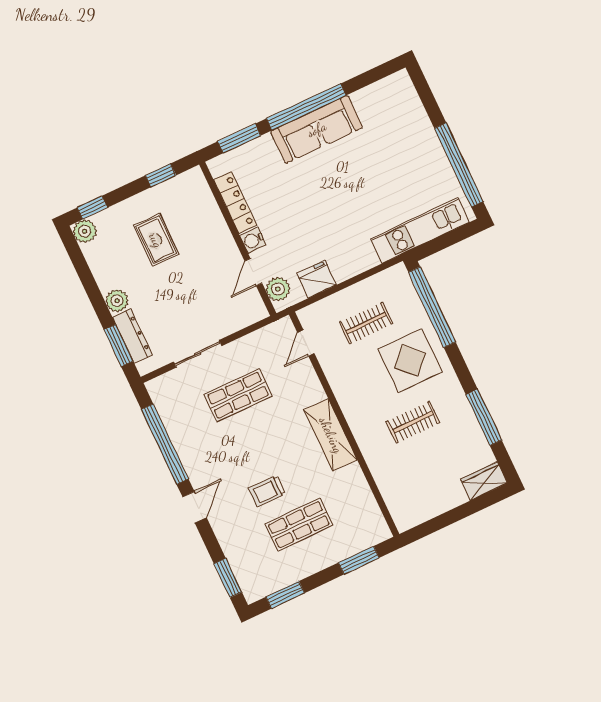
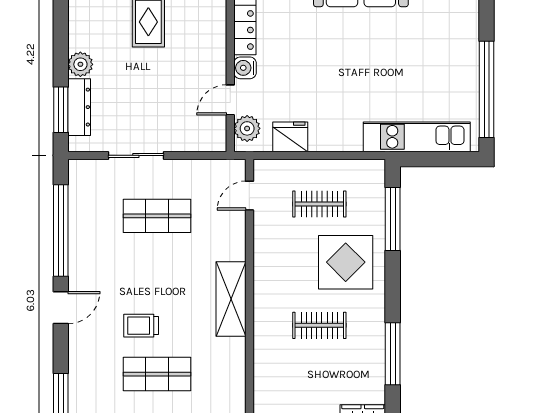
window: (432, 307) -> (393, 219), width x0.68

